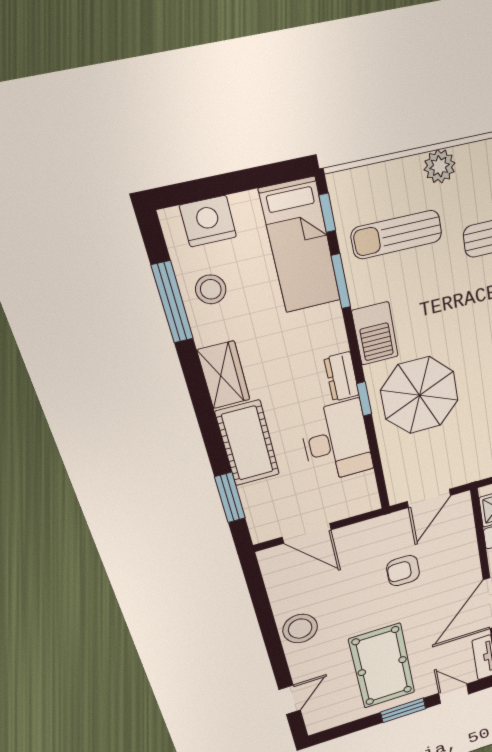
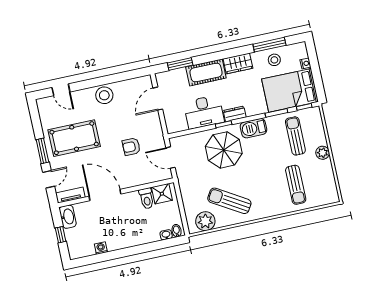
nightstand: (208, 221) -> (305, 63), width x0.53, depth x0.56
bed: (300, 246) -> (290, 90), width x1.50
armchair: (403, 571) -> (131, 147), turned -90

